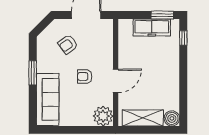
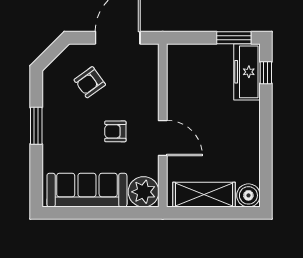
freezer: (152, 27) -> (247, 72), moved, turned 90
door: (116, 81) -> (163, 138), hinge flipped
sofa: (48, 99) -> (87, 190), moved, turned -90

